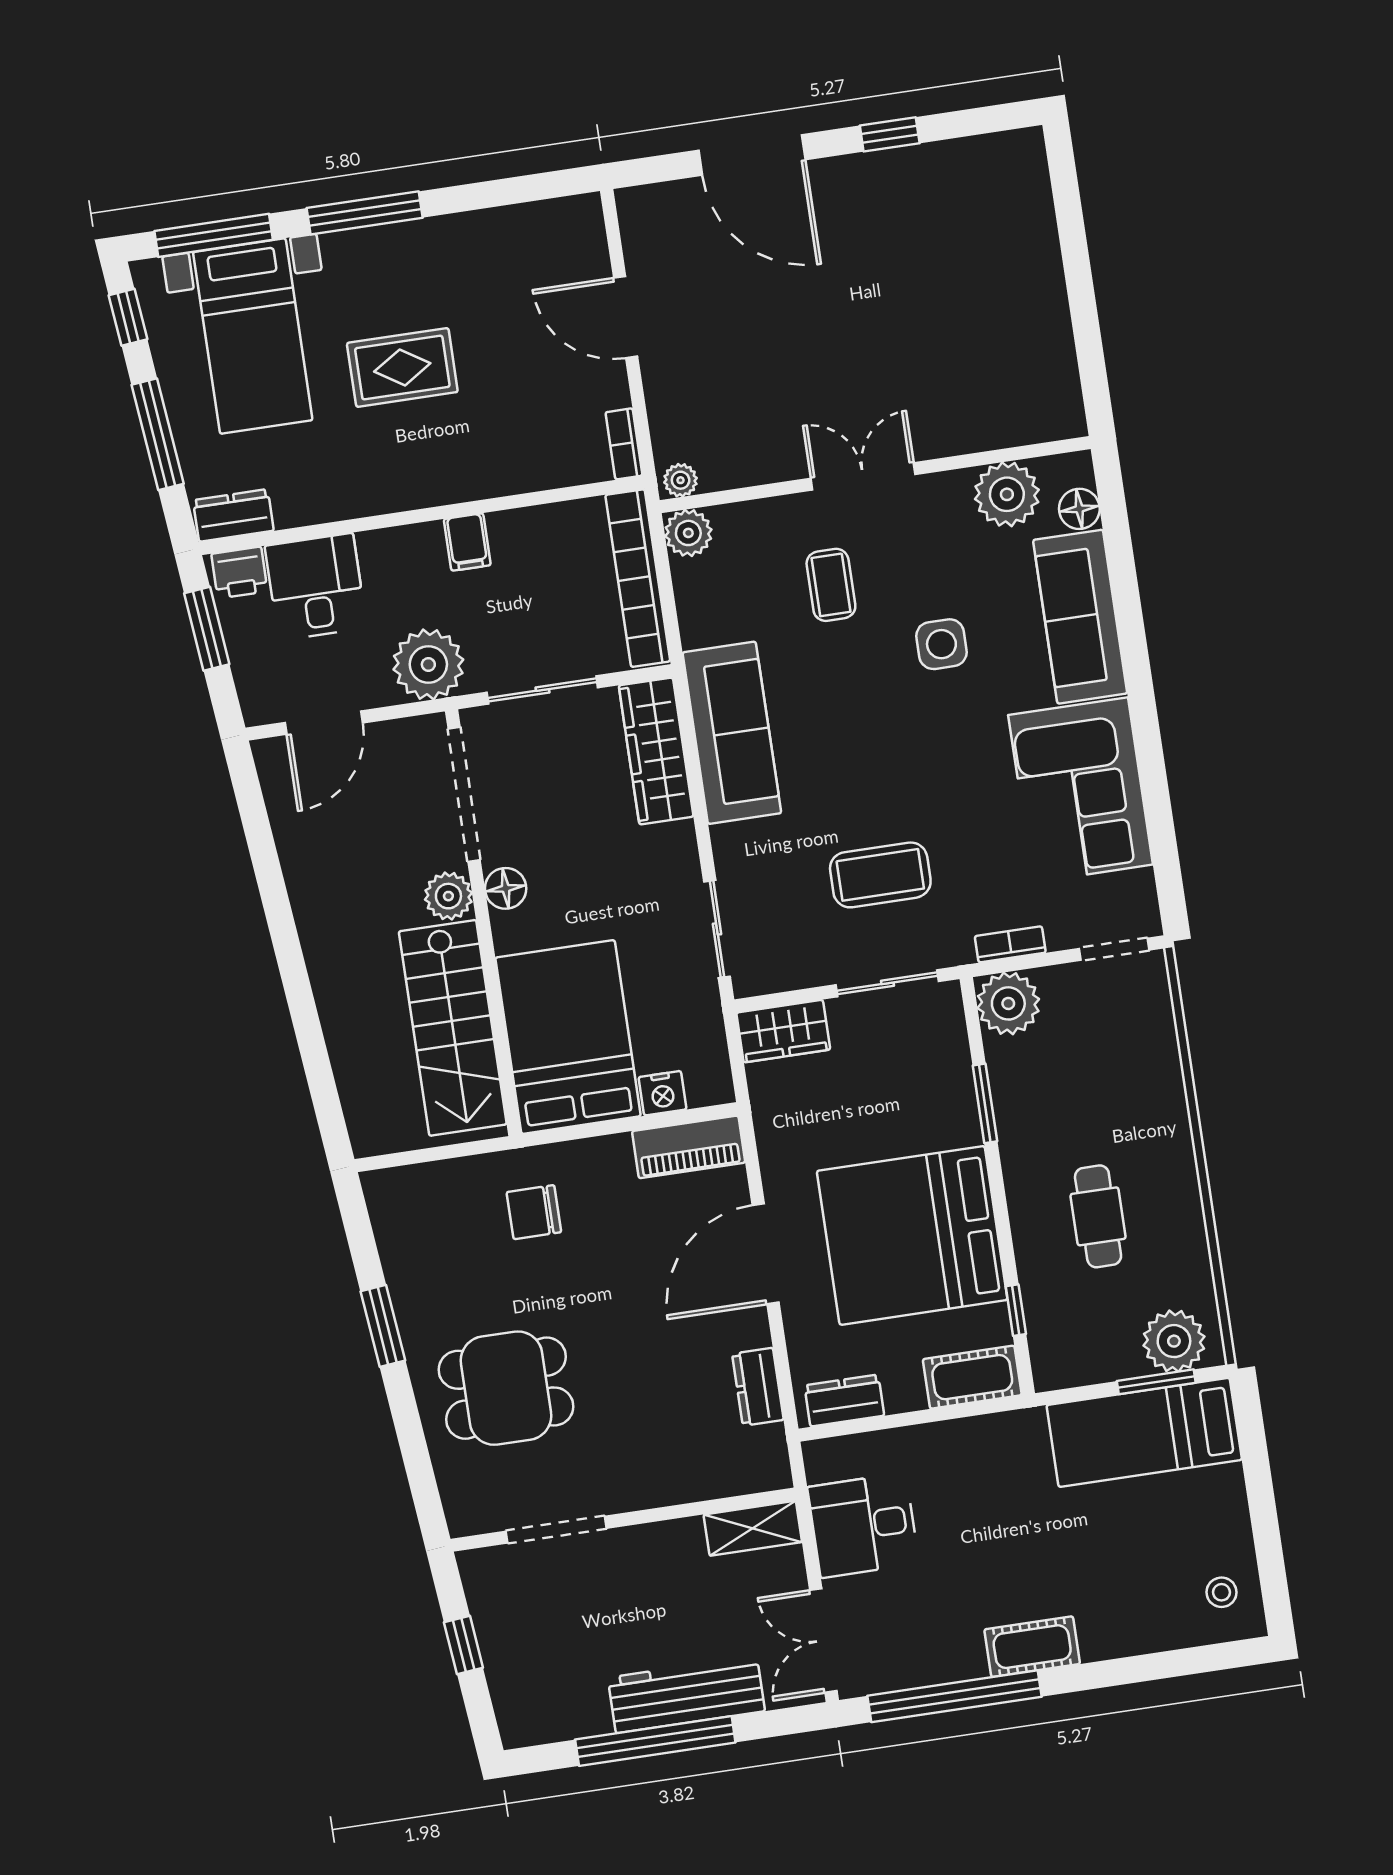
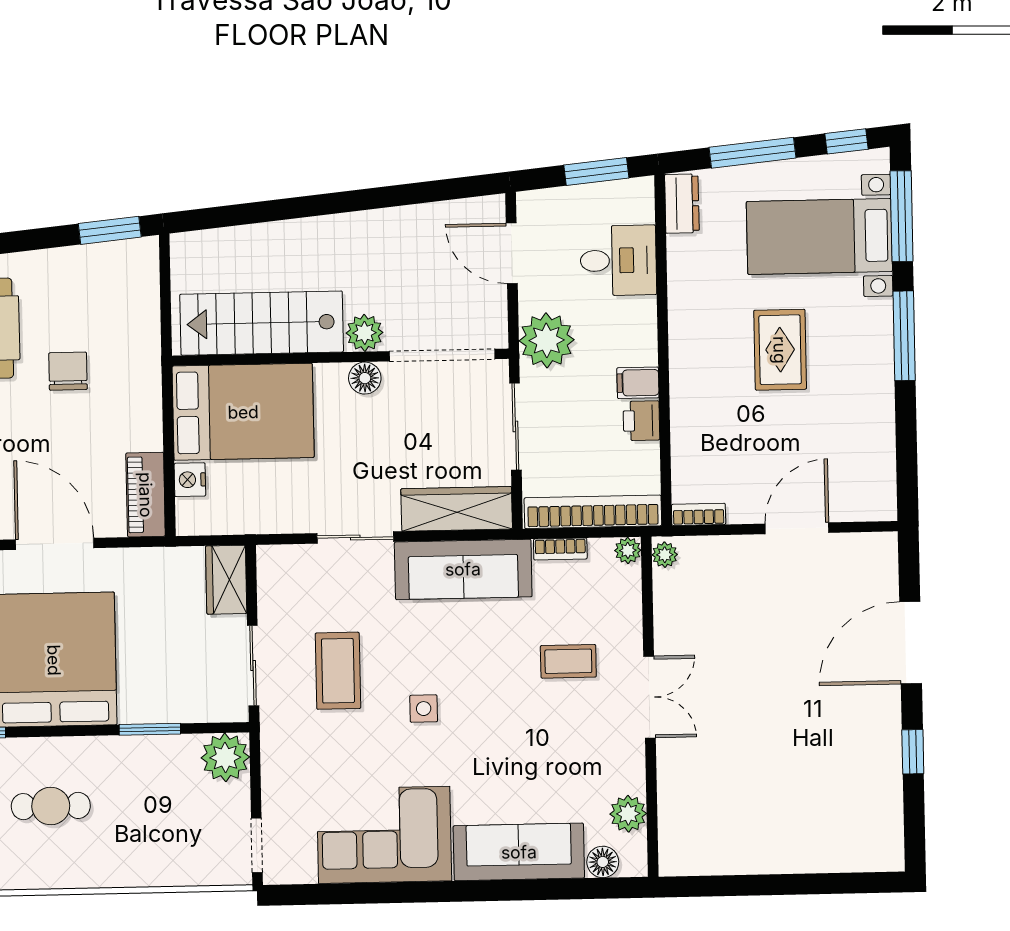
plant: (1007, 494) -> (628, 814), width x0.73, depth x0.73
plant: (688, 533) -> (628, 550), width x0.73, depth x0.73
printer: (239, 573) -> (641, 421), moved
side table: (941, 644) -> (424, 709), moved, width x0.73, depth x0.73
sliding door: (717, 929) -> (355, 538), moved
bookcase: (1010, 944) -> (560, 549), moved, turned 90
chair: (534, 1212) -> (68, 371), moved
window: (383, 1326) -> (110, 230), moved

